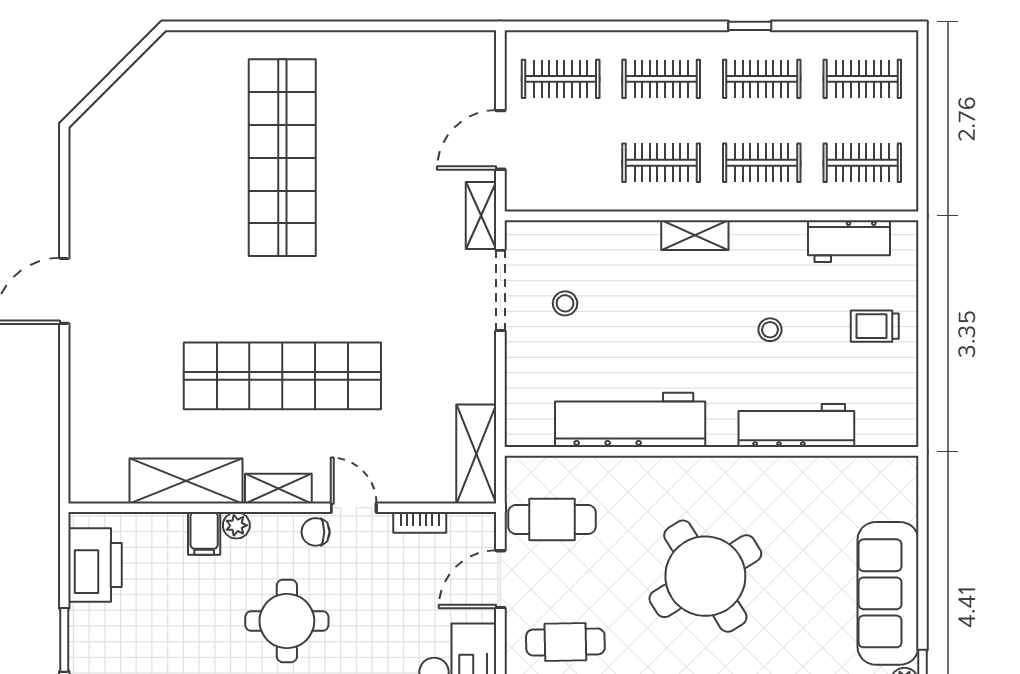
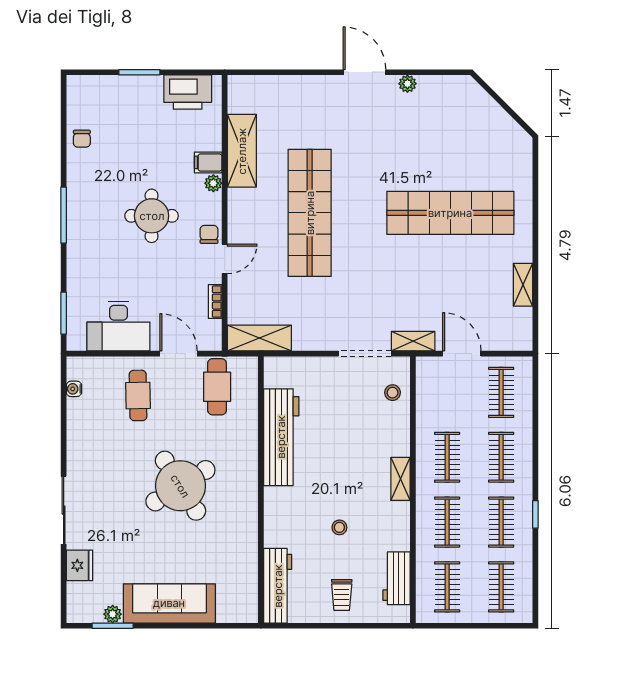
plant: (82, 224) -> (407, 84), added
stool: (565, 303) -> (393, 393), moved
trolley: (875, 326) -> (342, 595), turned 180
workbench: (796, 426) -> (278, 586), moved
shelving: (278, 489) -> (523, 285), moved

